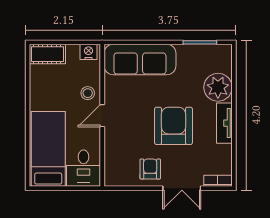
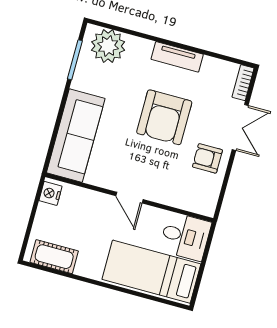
cot: (47, 54) -> (54, 257), moved, turned 90
plant: (218, 87) -> (108, 46), moved
stool: (88, 93) -> (99, 208), removed
armchair: (174, 126) -> (164, 117), turned -90

